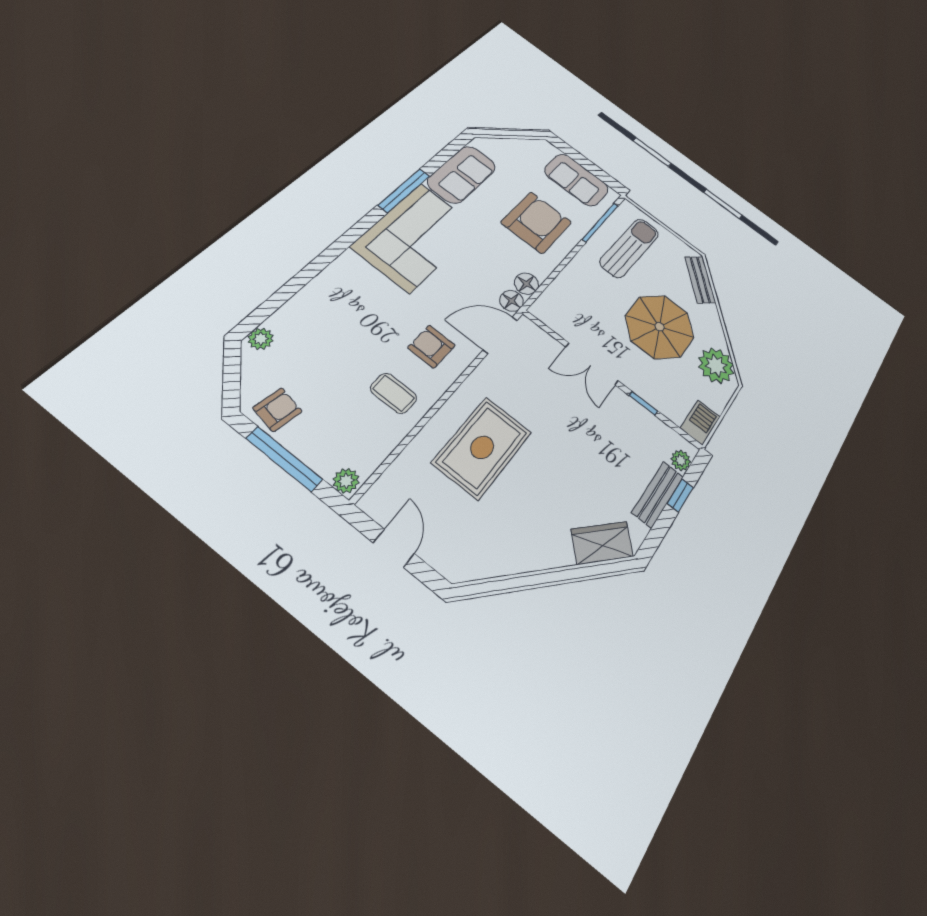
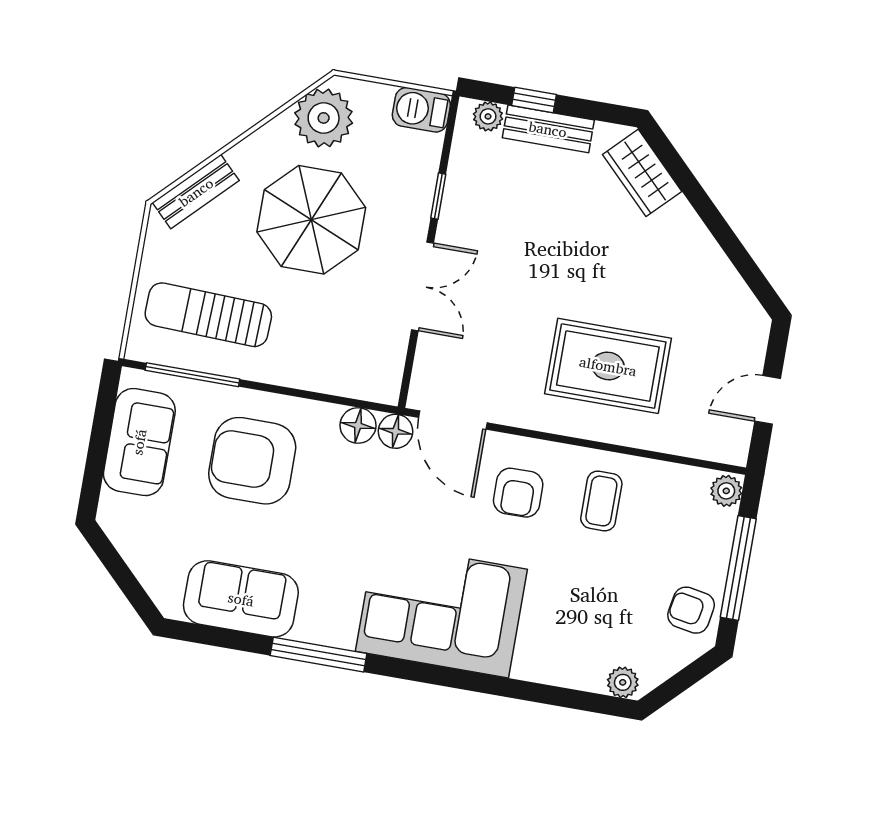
corner sofa: (415, 237) -> (441, 610), moved

